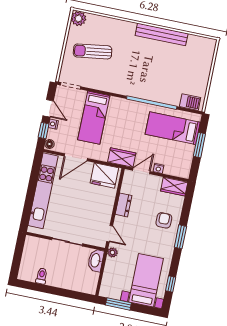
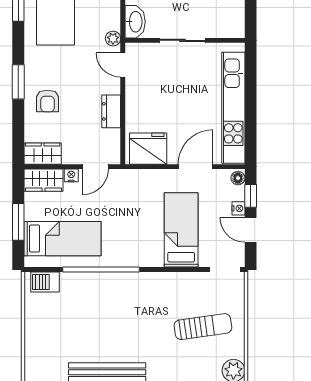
wardrobe: (122, 158) -> (43, 180), moved

